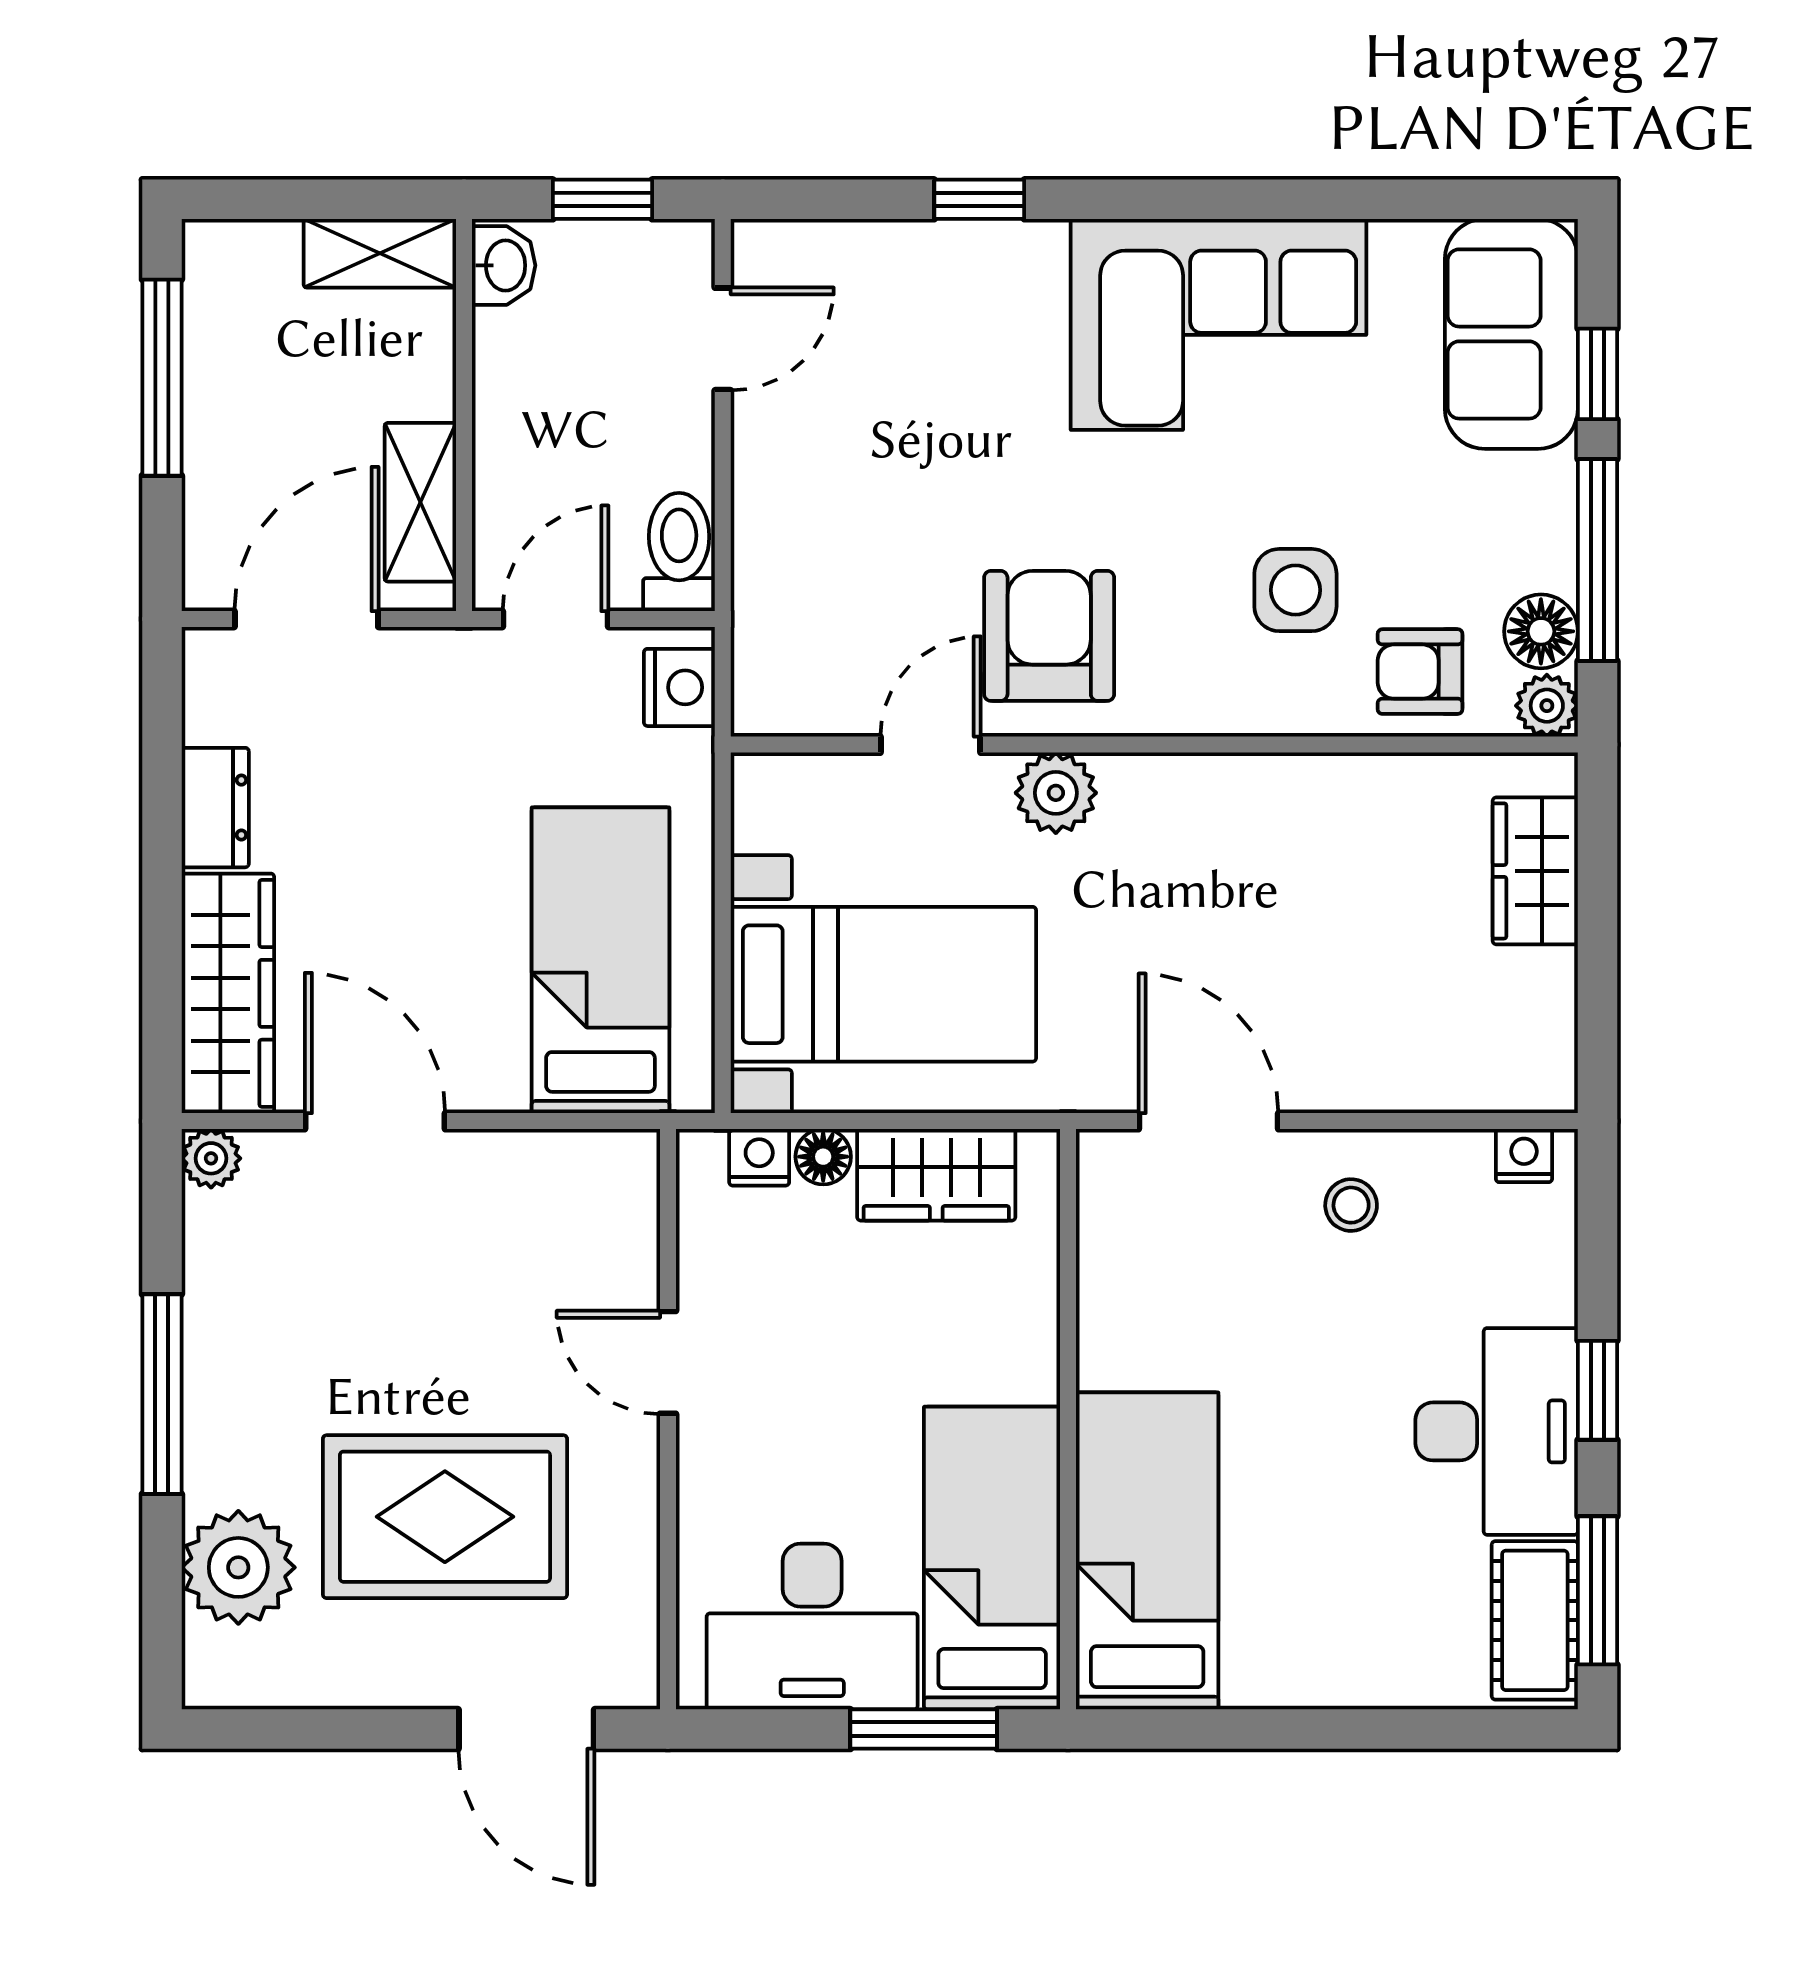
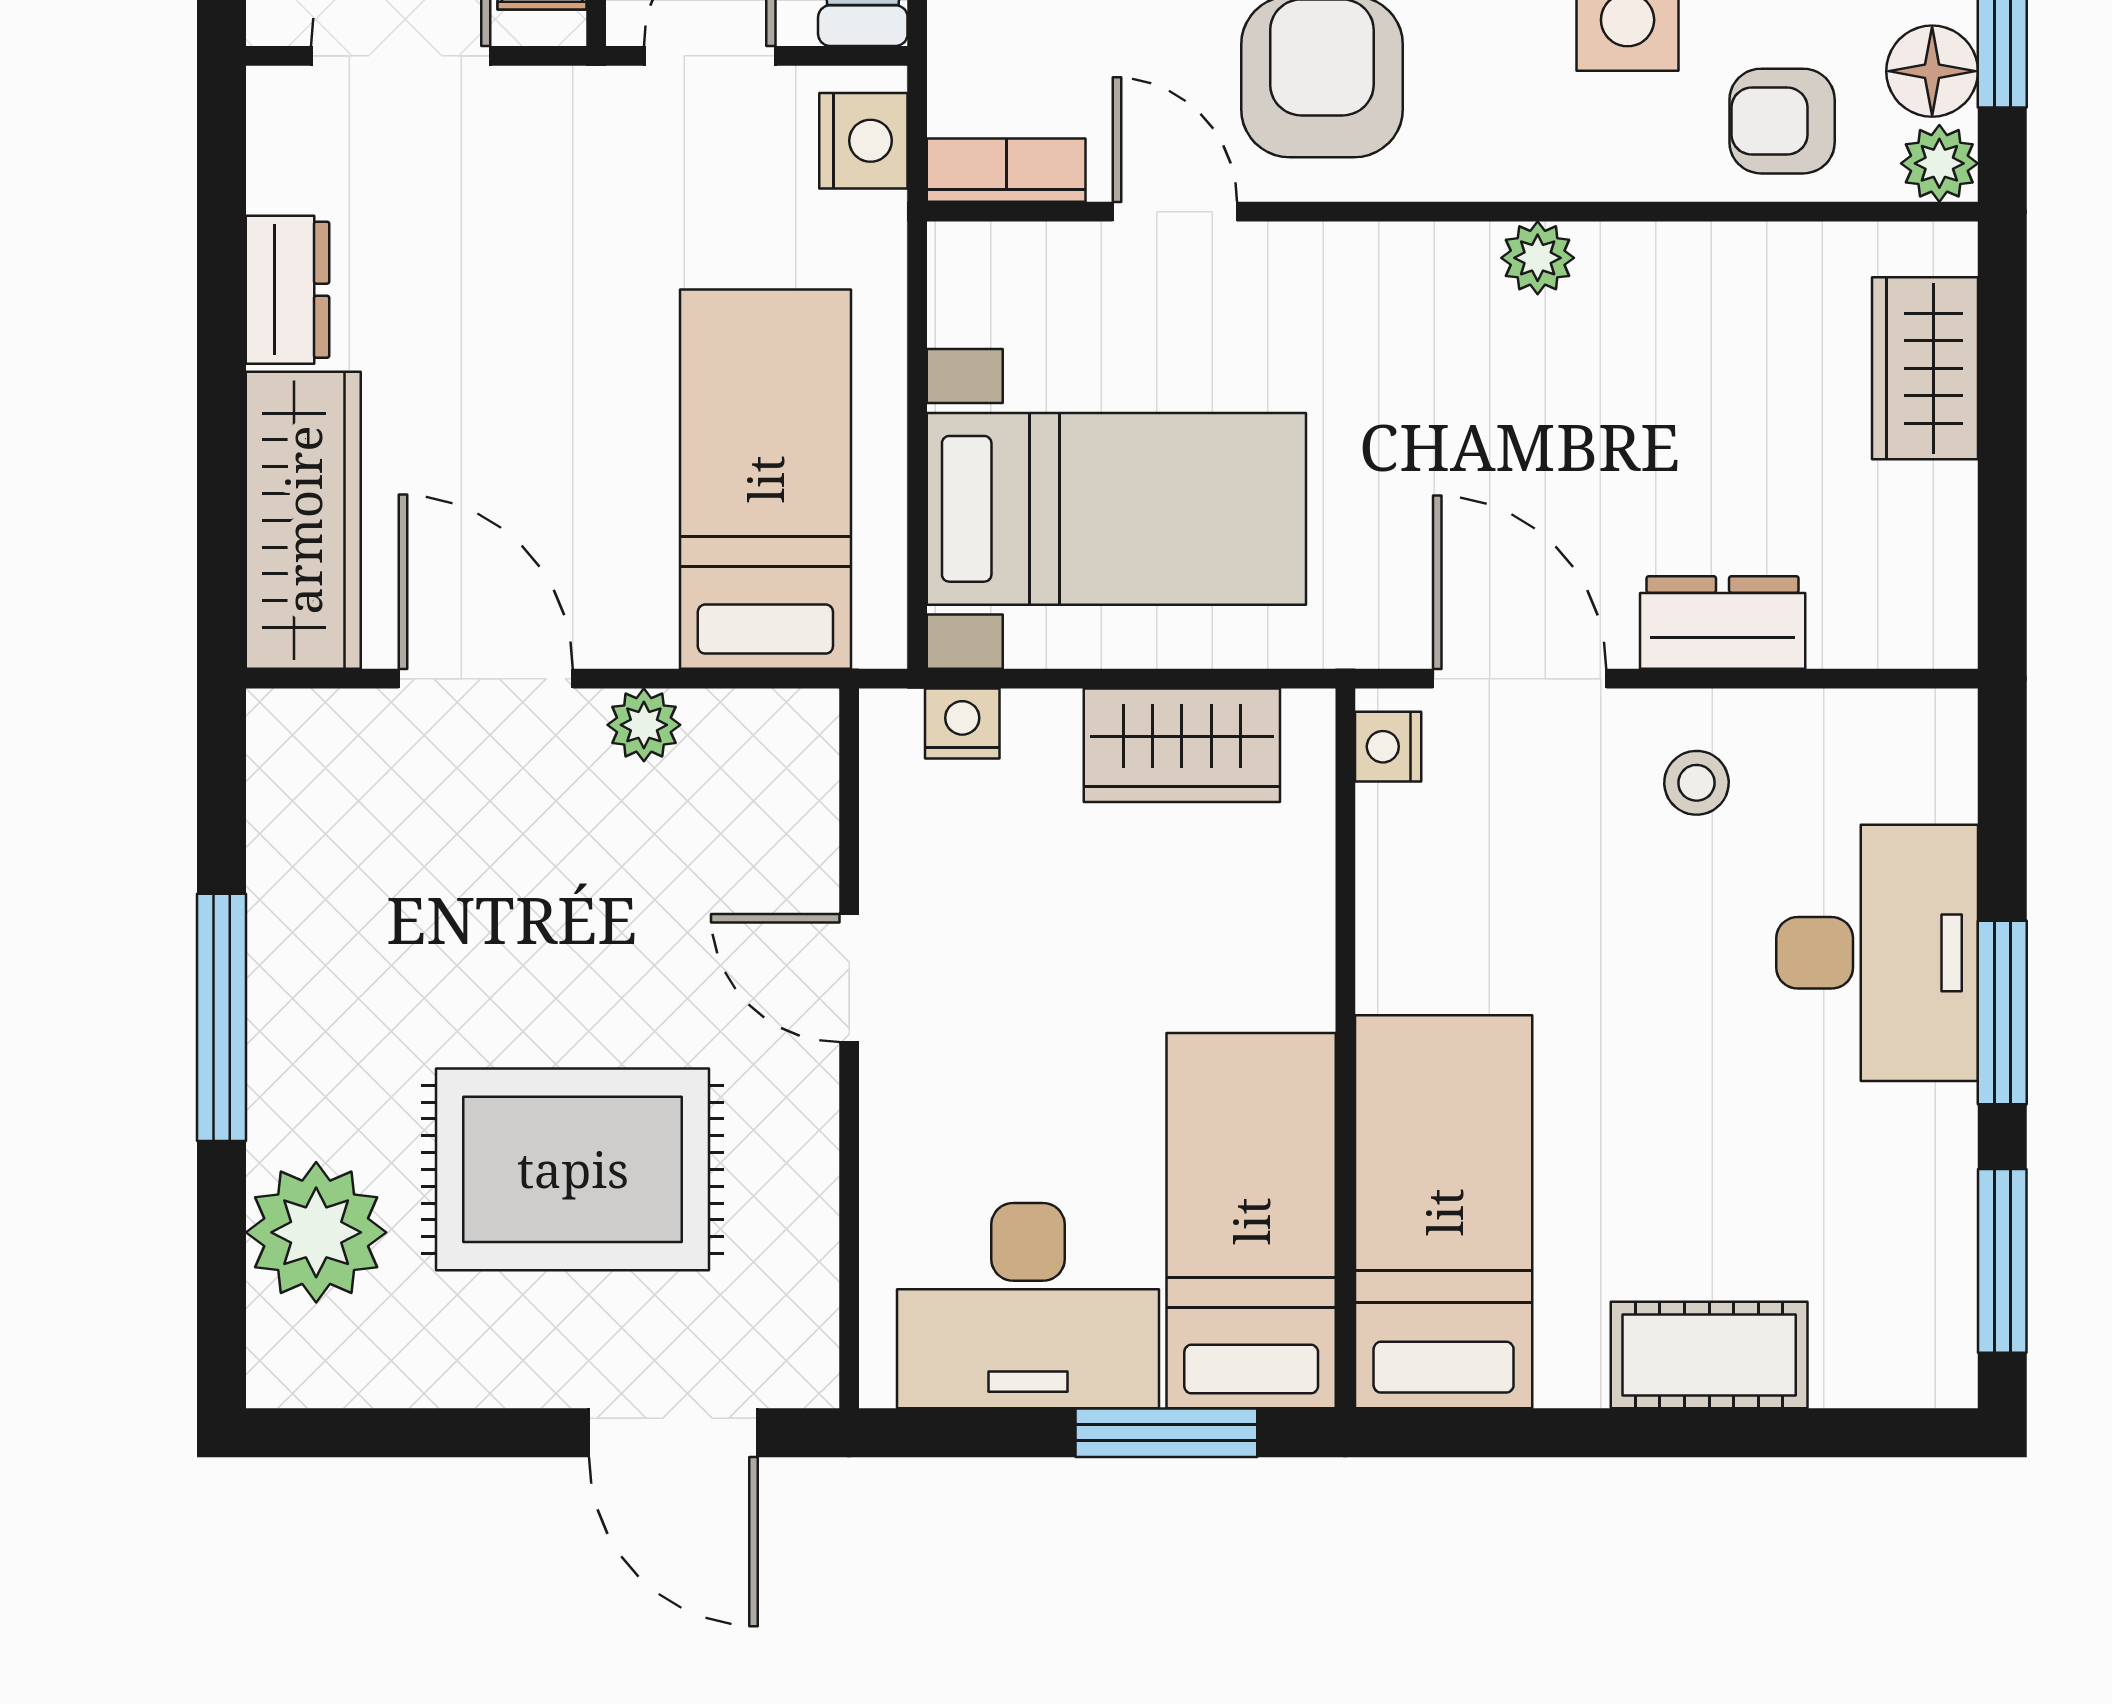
bookcase: (795, 711) -> (1006, 170), added
door: (931, 745) -> (1175, 212), hinge flipped
plant: (1056, 793) -> (1538, 258), moved, width x0.73, depth x0.73
dresser: (1372, 1076) -> (1723, 622), added
nightstand: (1524, 1156) -> (1388, 747), moved, turned -90
floor lamp: (823, 1157) -> (1042, 723), removed
plant: (211, 1158) -> (644, 725), moved
window: (1598, 1390) -> (2002, 1013), width x1.50
desk: (1497, 1431) -> (1877, 953), moved
cot: (1535, 1620) -> (1709, 1355), moved, turned 90

